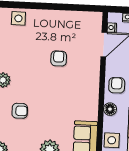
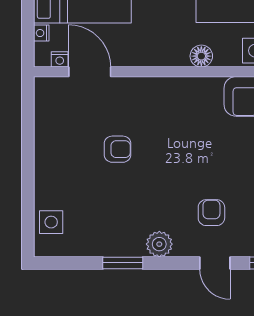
armchair: (59, 58) -> (118, 149), turned 180
armchair: (117, 85) -> (159, 46), removed

